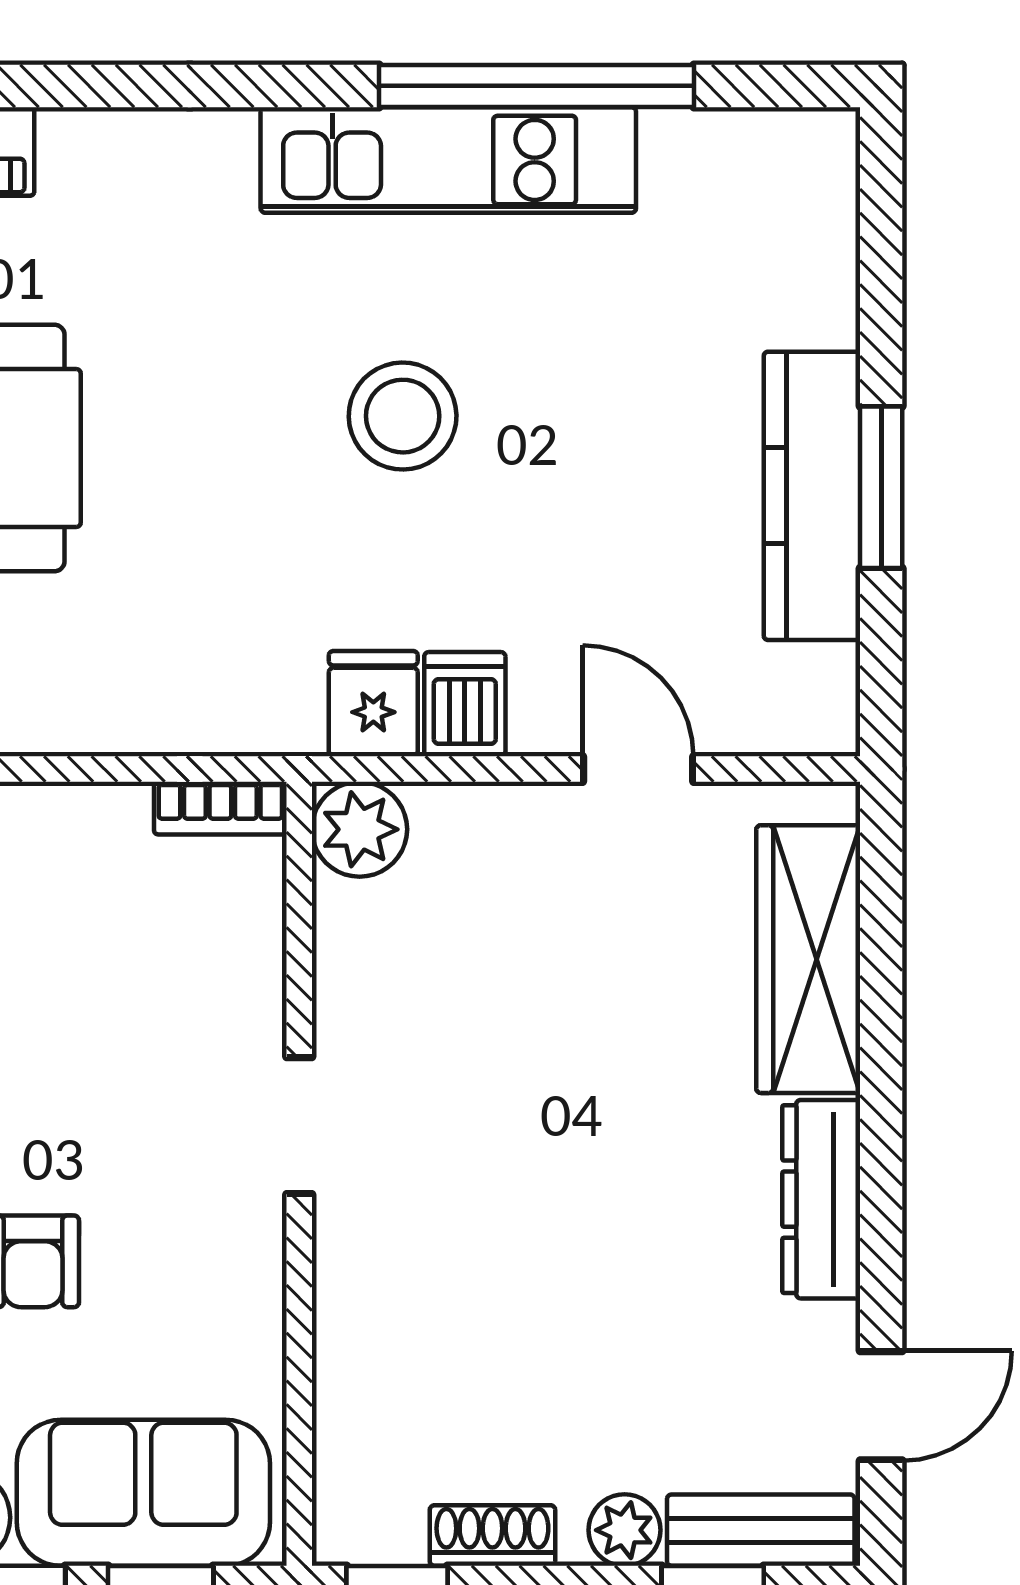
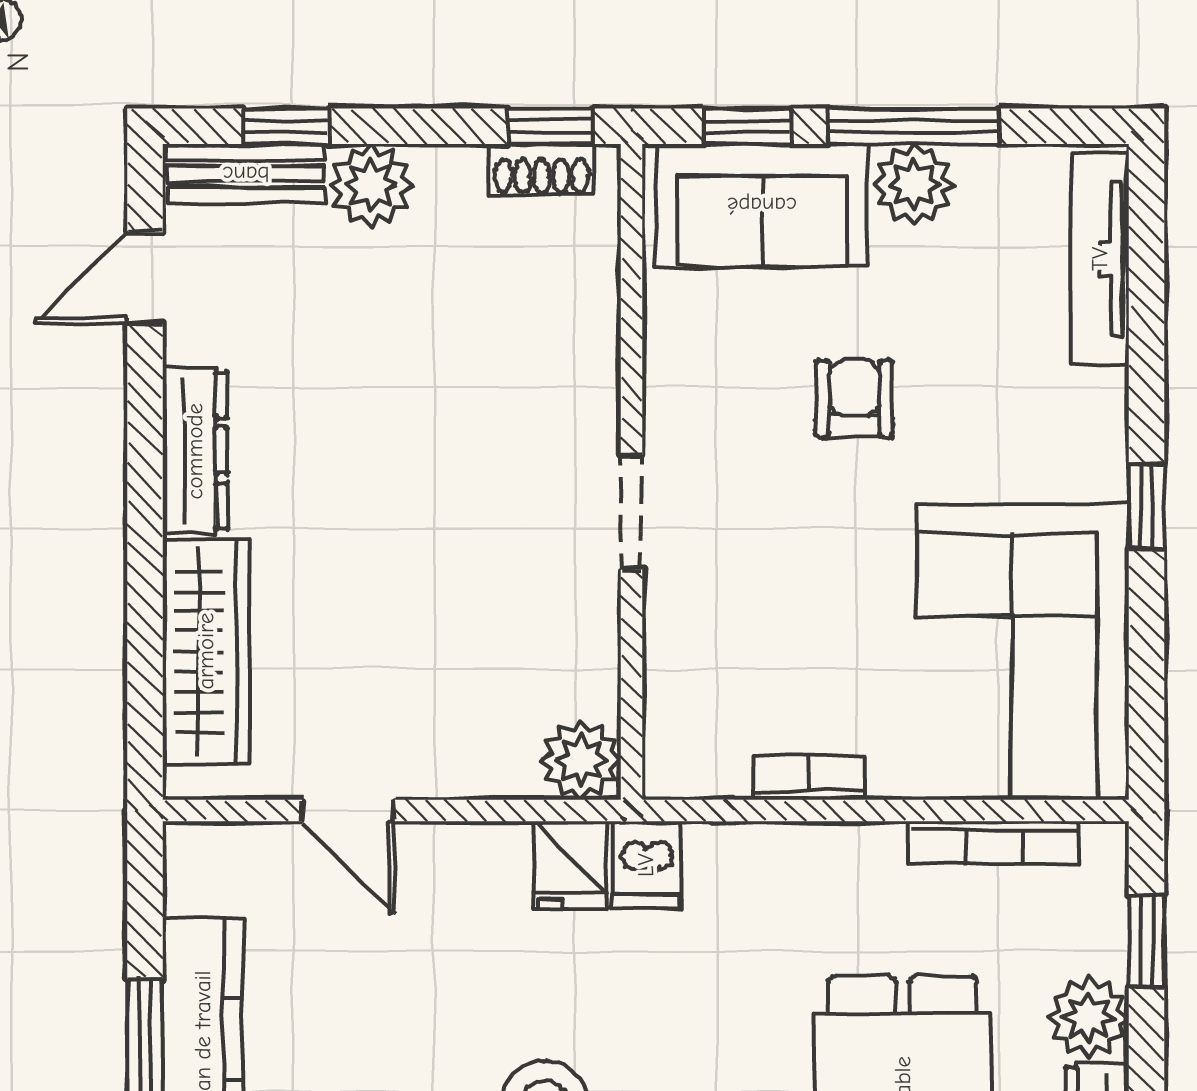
dishwasher: (465, 704) -> (646, 865), moved
bookcase: (220, 808) -> (809, 778), moved
plant: (625, 1530) -> (371, 185), width x1.38, depth x1.38
shoe rack: (492, 1536) -> (542, 169), moved

